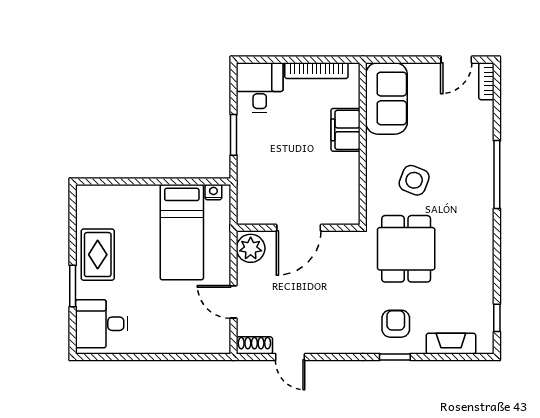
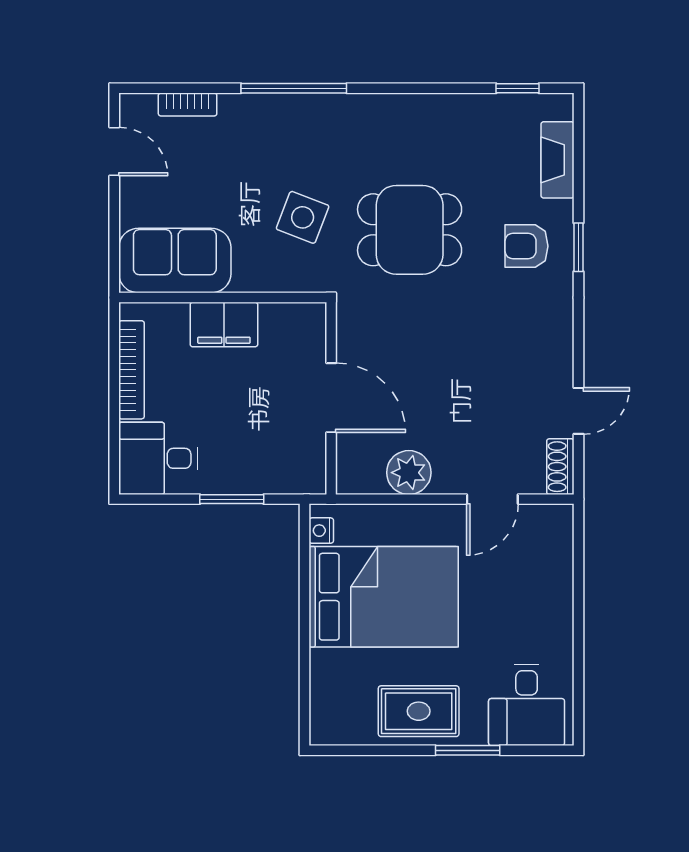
bookcase: (486, 81) -> (188, 104), moved
wall: (298, 228) -> (331, 398), moved
door: (299, 228) -> (331, 398), moved
bed: (182, 232) -> (384, 597), width x1.50

